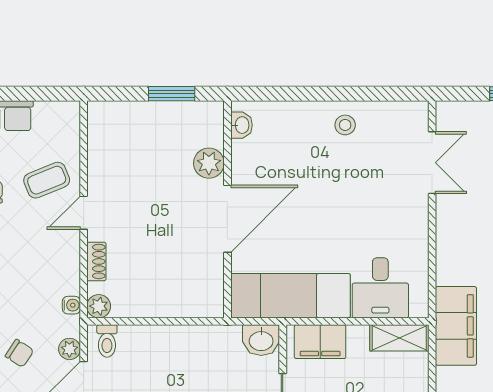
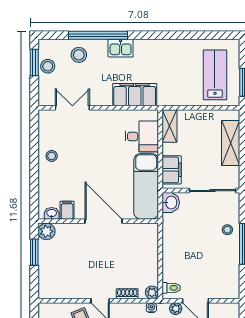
filing cabinet: (247, 153) -> (67, 210), added
plant: (209, 163) -> (46, 231), moved
filing cabinet: (456, 326) -> (135, 95), moved

